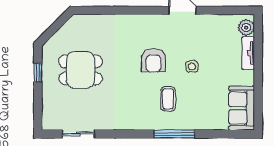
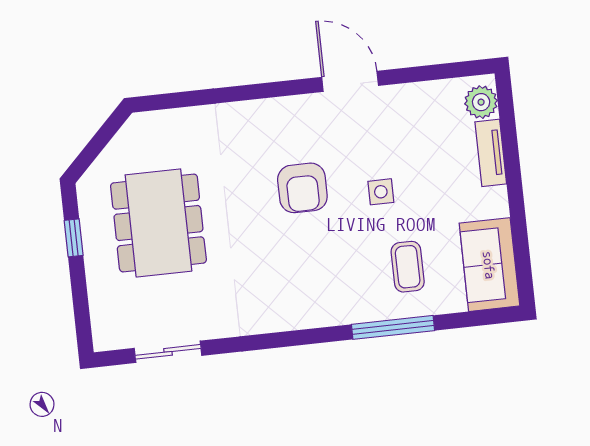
dining table: (81, 70) -> (158, 223), width x1.38
coffee table: (168, 99) -> (408, 267), moved
window: (174, 134) -> (393, 327), moved

